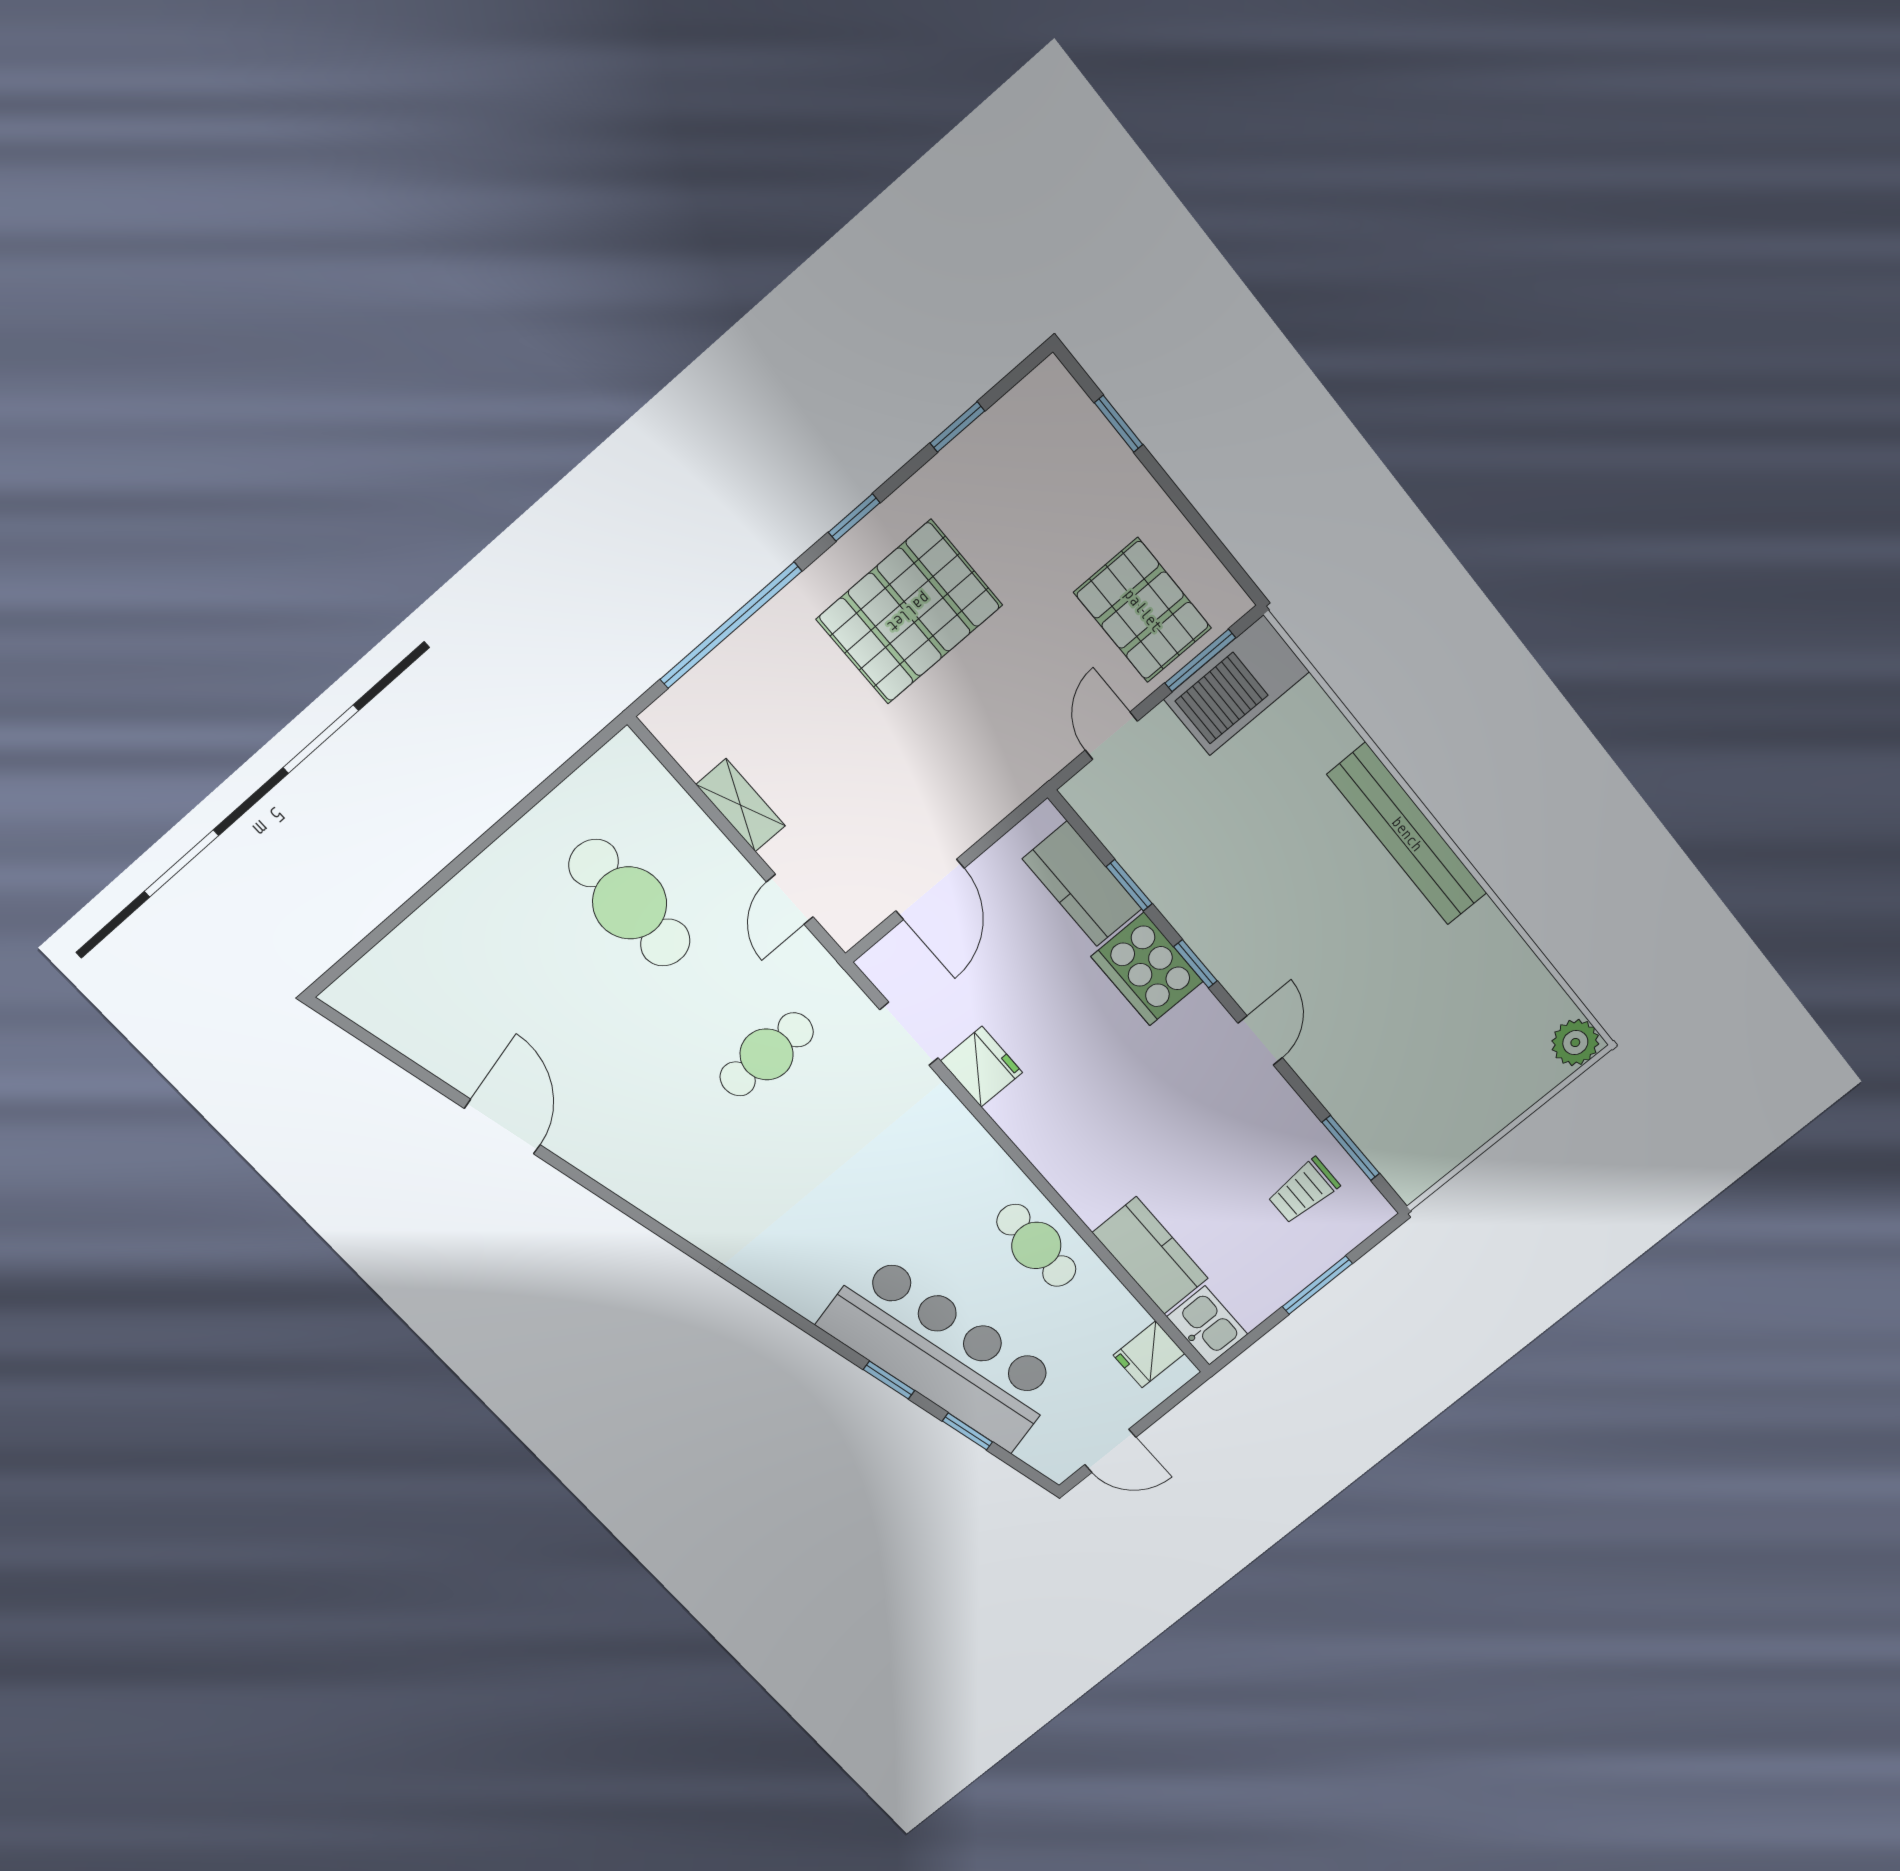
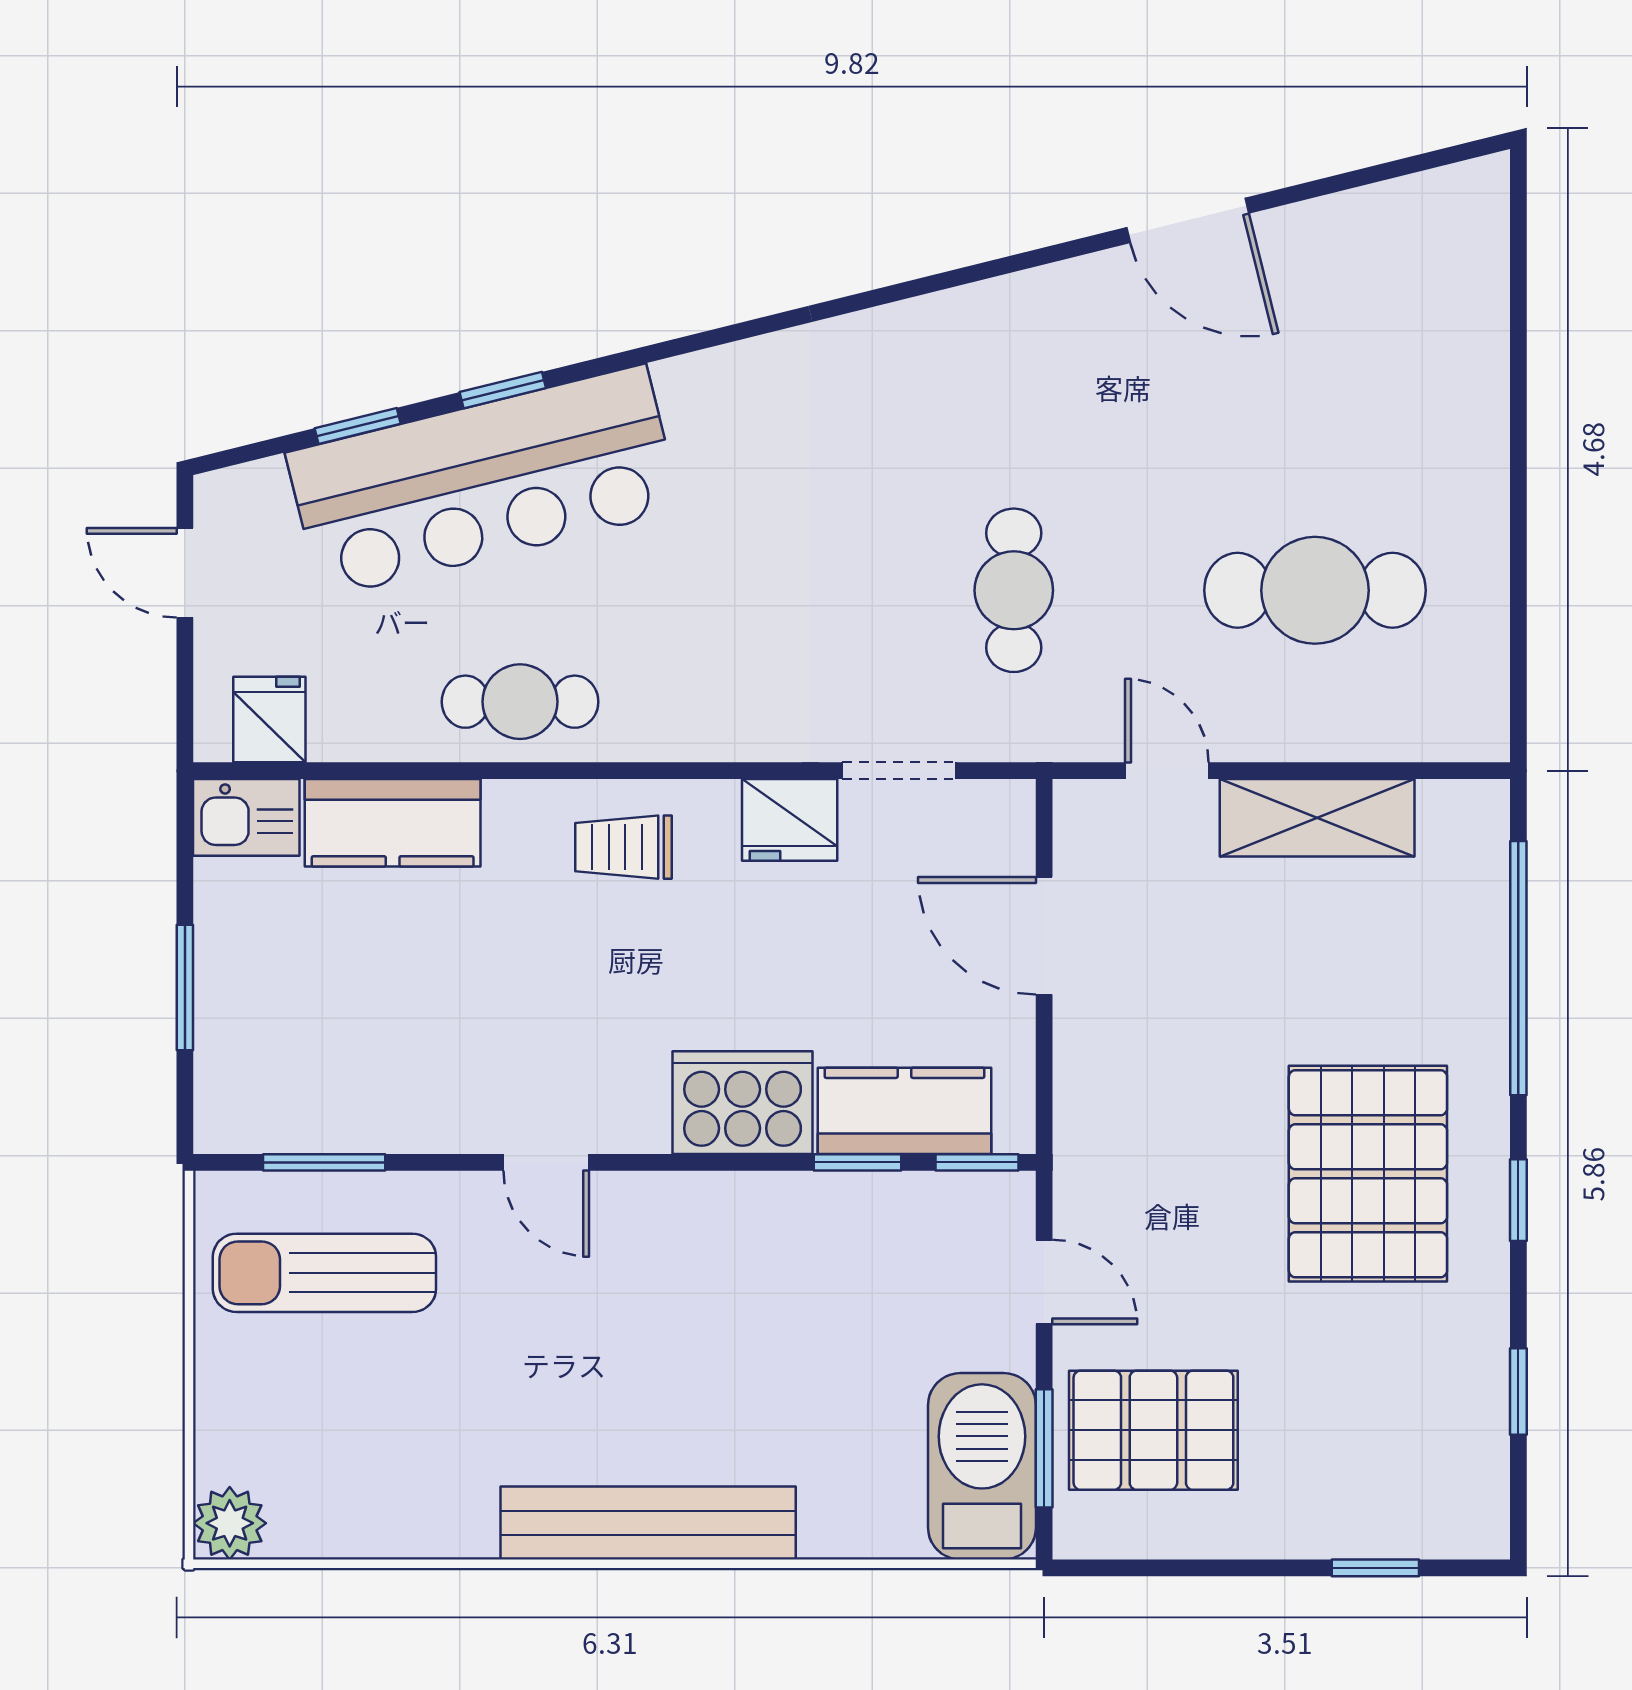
shelving: (741, 805) -> (1317, 818), width x1.50, depth x1.33
window: (1195, 964) -> (977, 1162), moved
sun lounger: (1407, 1102) -> (324, 1273), added
trolley: (1304, 1191) -> (624, 847), moved, turned -90
door: (1110, 1451) -> (185, 573), hinge flipped

